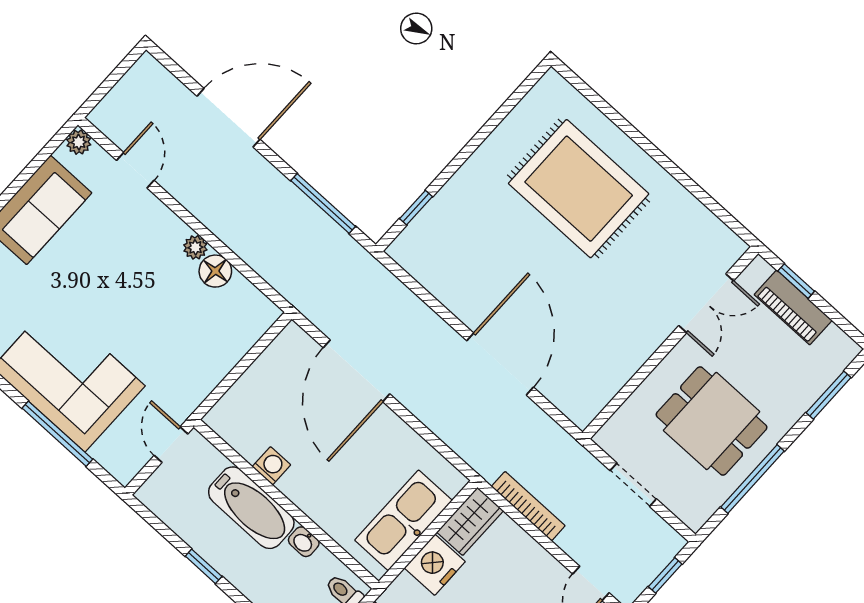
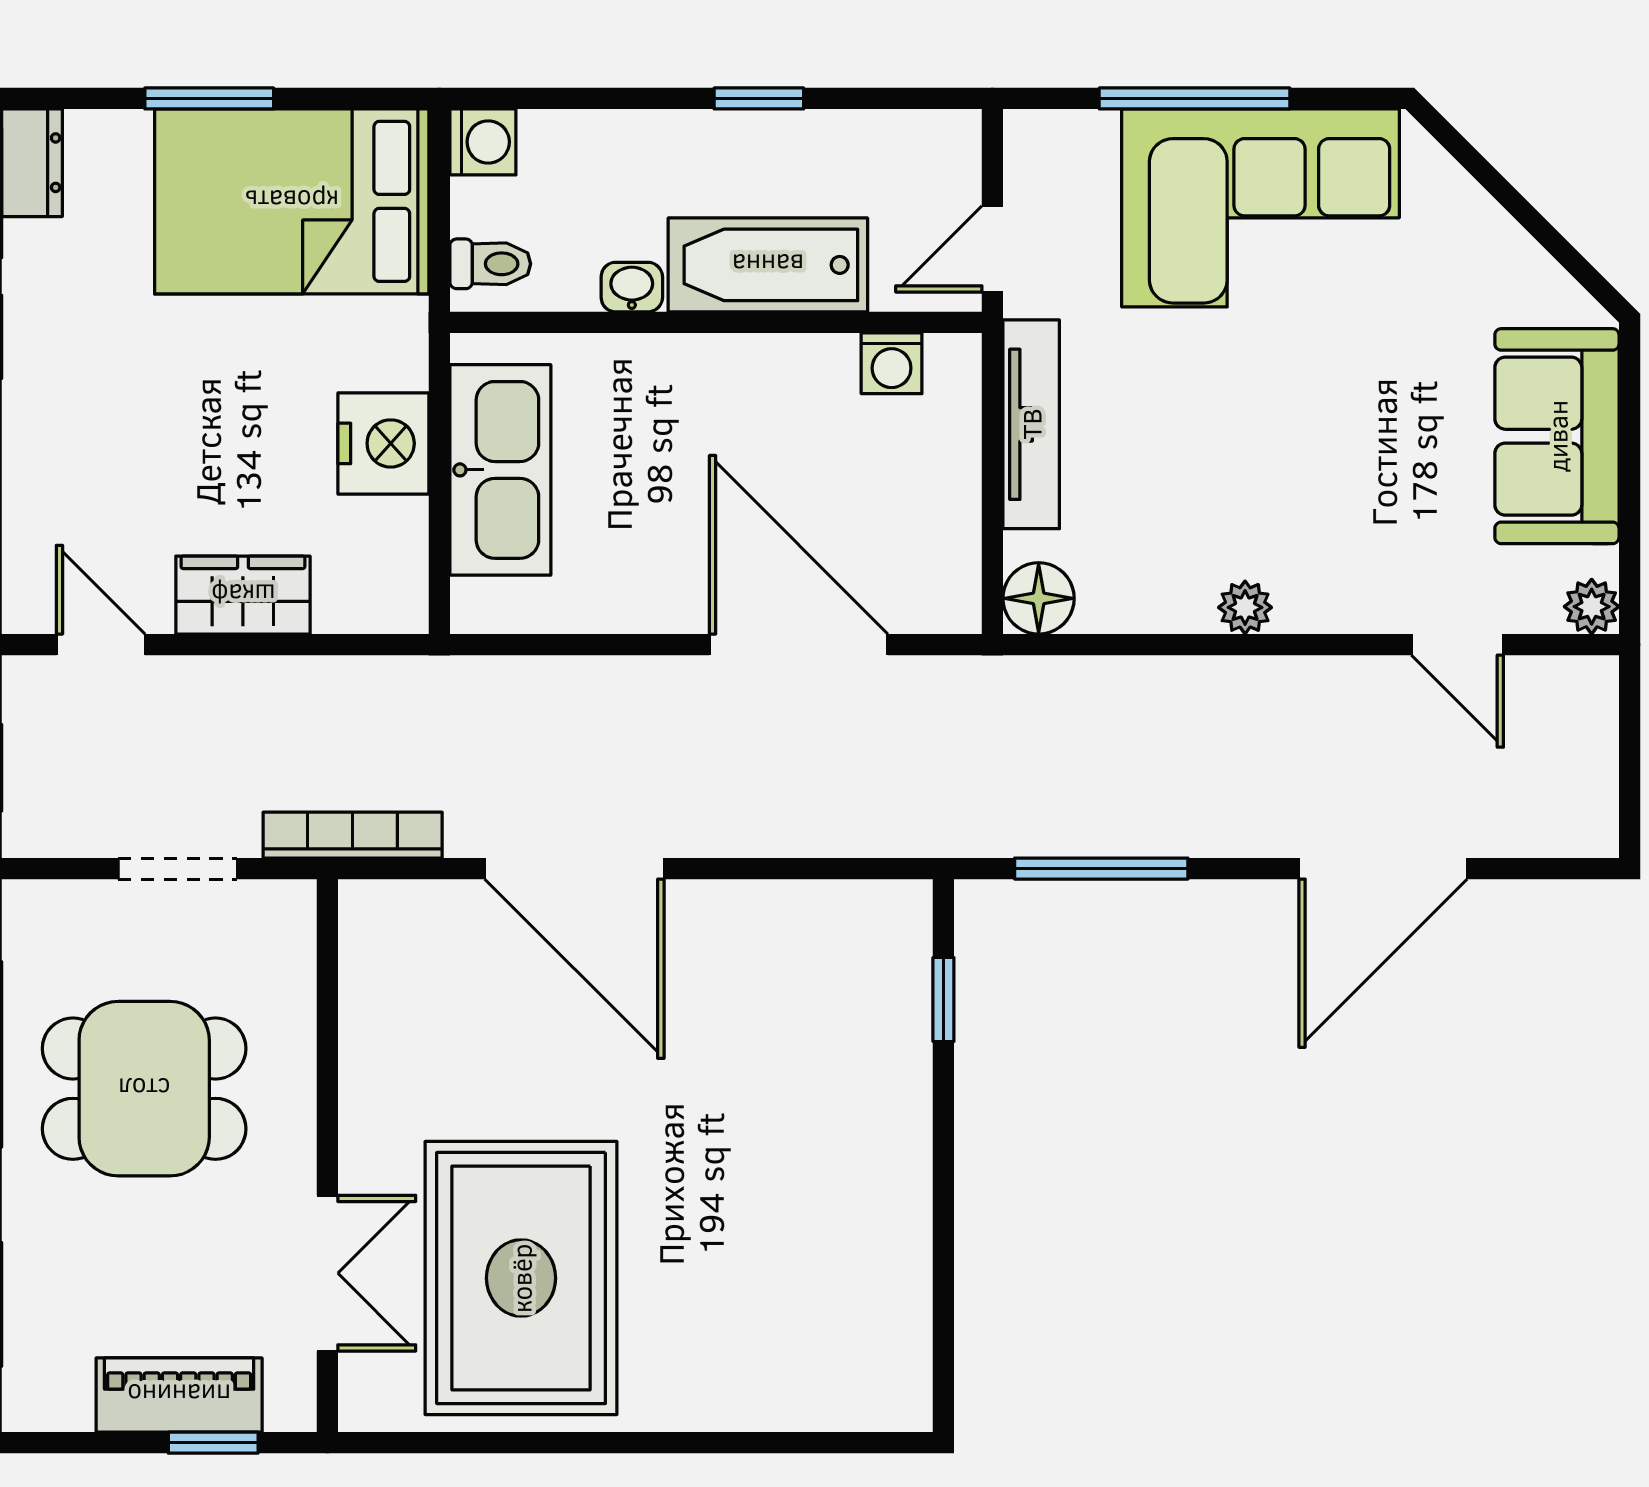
rug: (579, 189) -> (521, 1278), moved, turned 90
floor lamp: (215, 271) -> (1039, 598), moved
double door: (706, 303) -> (327, 1273), swing flipped
tv unit: (211, 374) -> (1031, 424), added
door: (171, 445) -> (992, 249), swing flipped
washing machine: (271, 466) -> (892, 363), moved
bookcase: (528, 506) -> (353, 835), moved, turned 180
wardrobe: (470, 521) -> (243, 595), moved, turned 90

